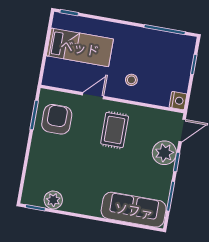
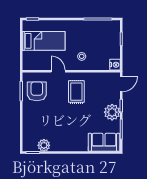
door: (93, 96) -> (58, 71), hinge flipped
plant: (164, 153) -> (112, 112), moved
sofa: (134, 210) -> (104, 142), width x0.73

